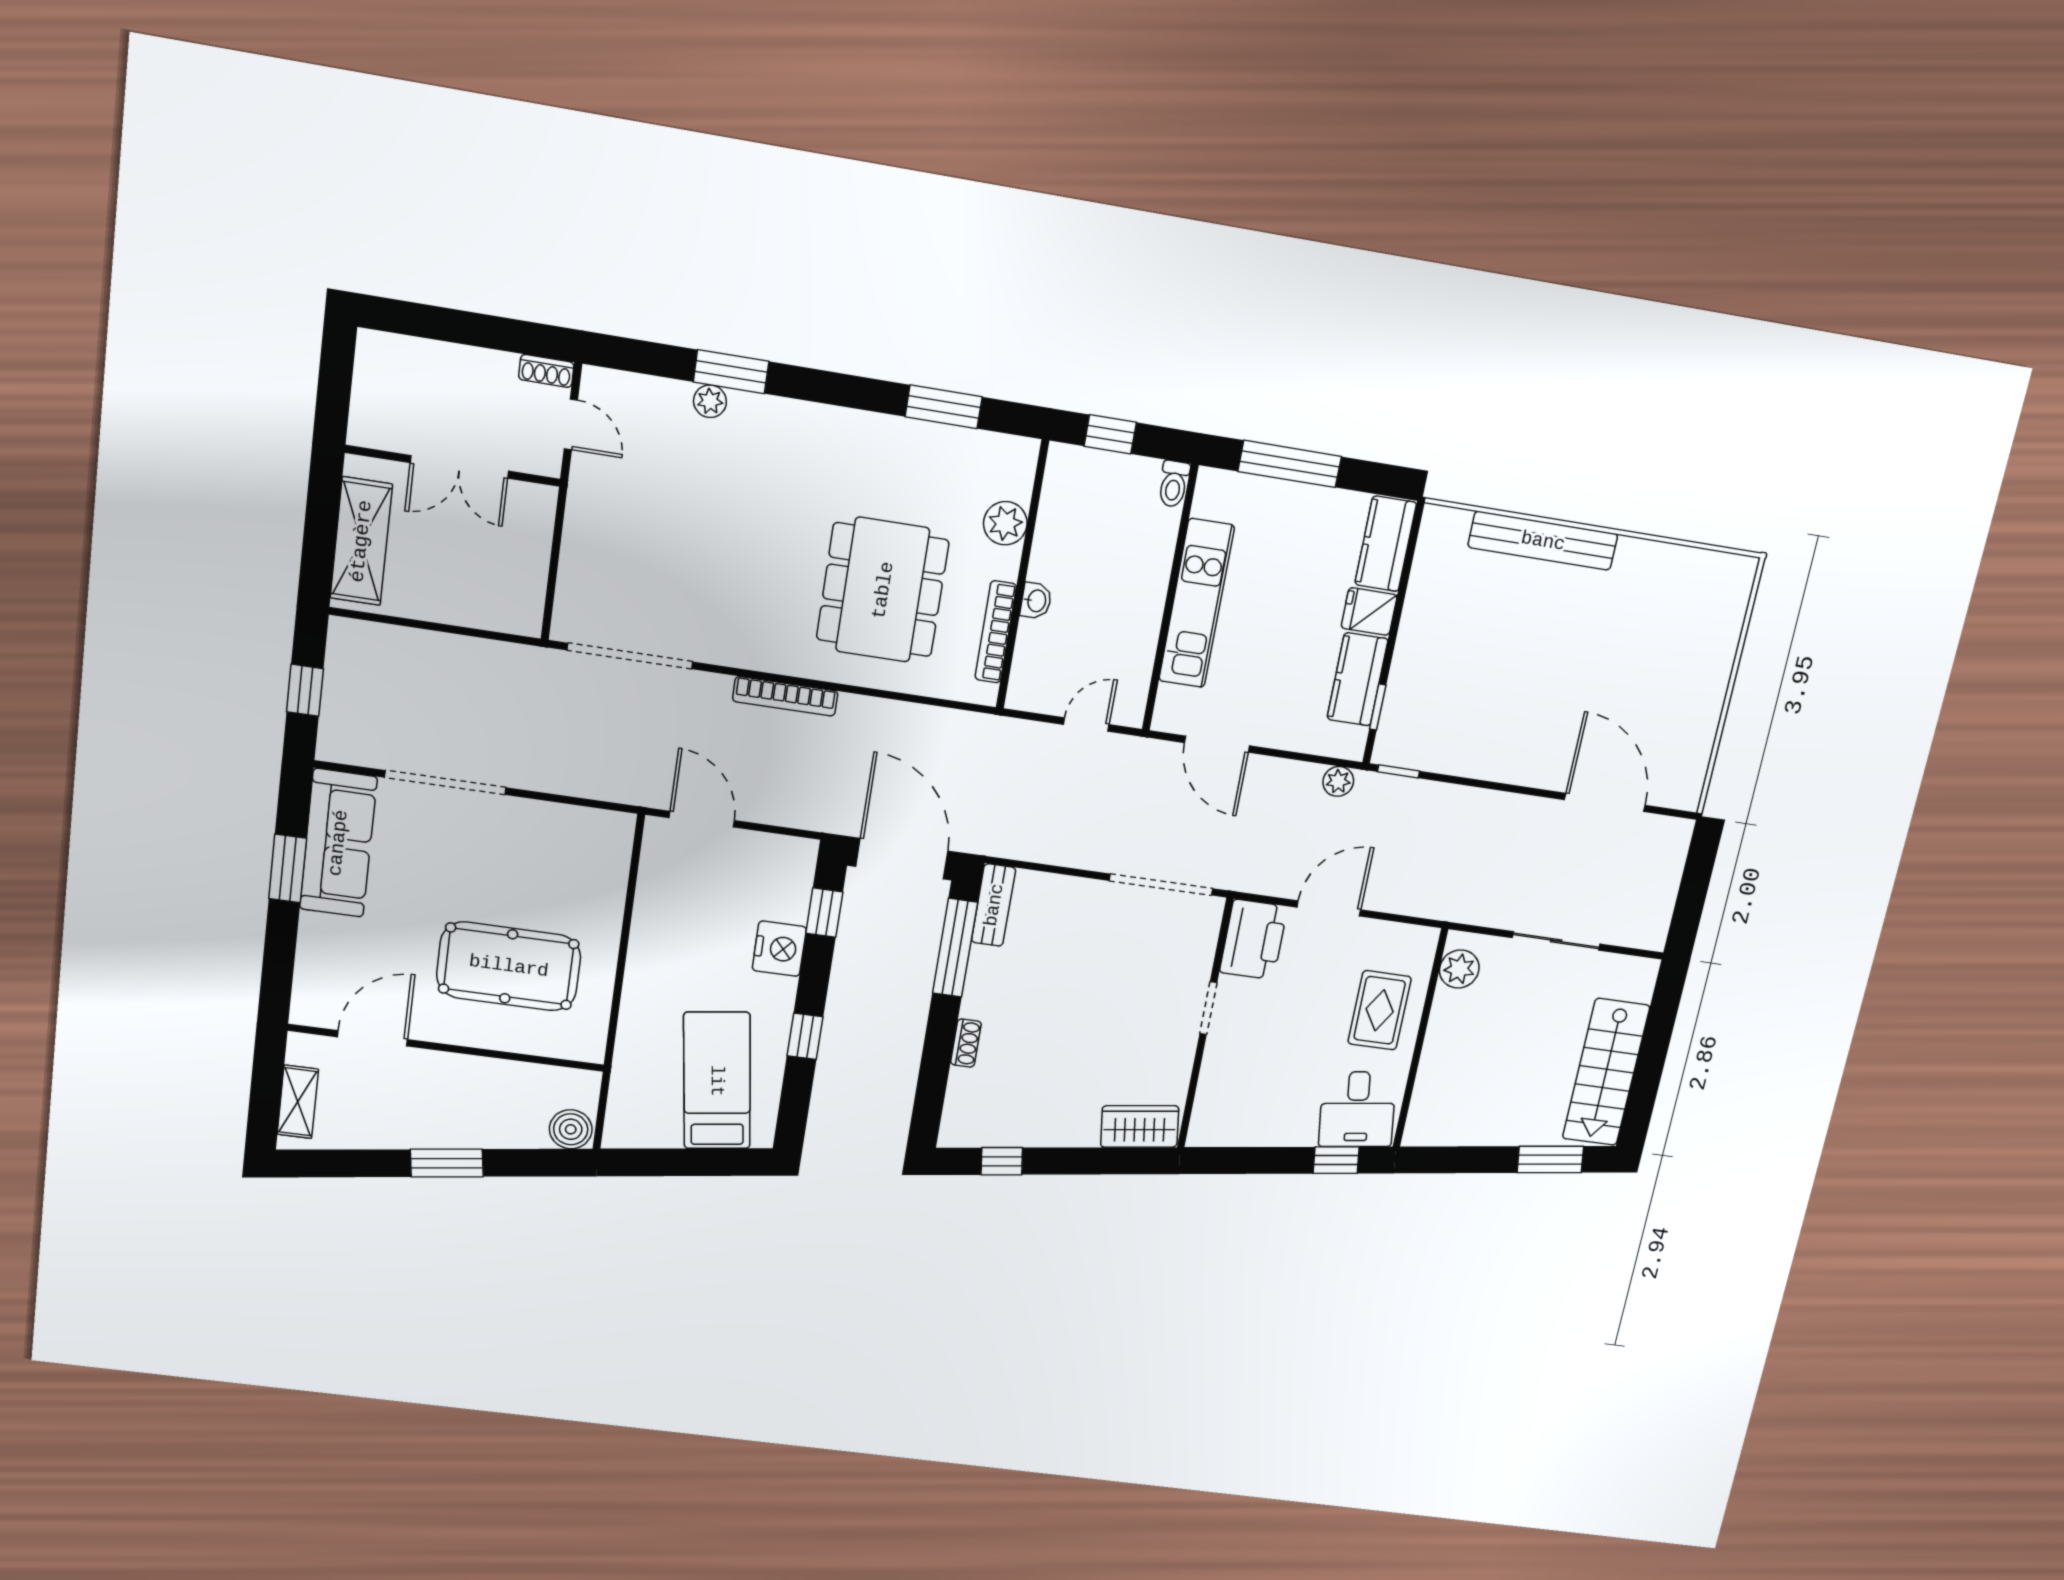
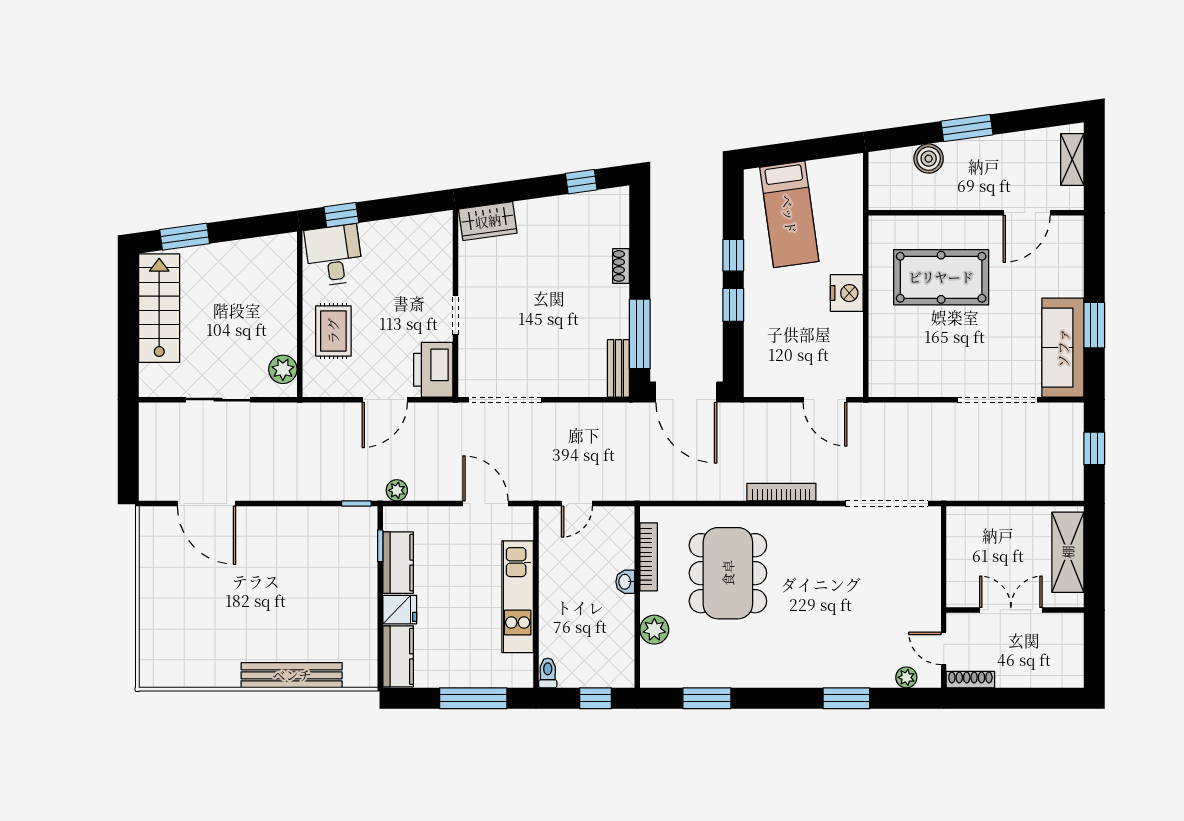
shoe rack: (546, 371) -> (970, 680), width x1.43
plant: (710, 401) -> (906, 677), moved
window: (824, 913) -> (733, 305), moved
nightstand: (779, 949) -> (847, 293), moved, turned 180
boiler: (571, 1129) -> (929, 159), moved

